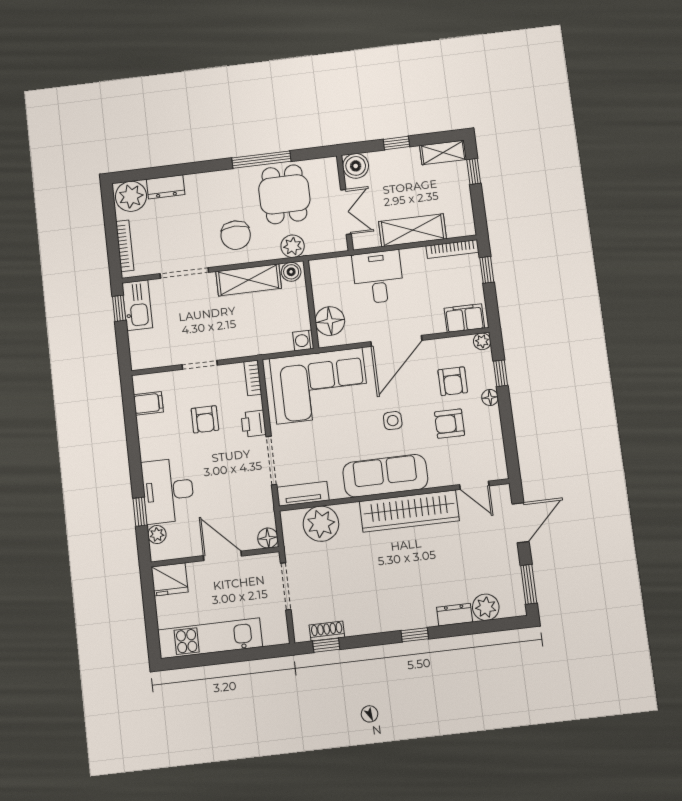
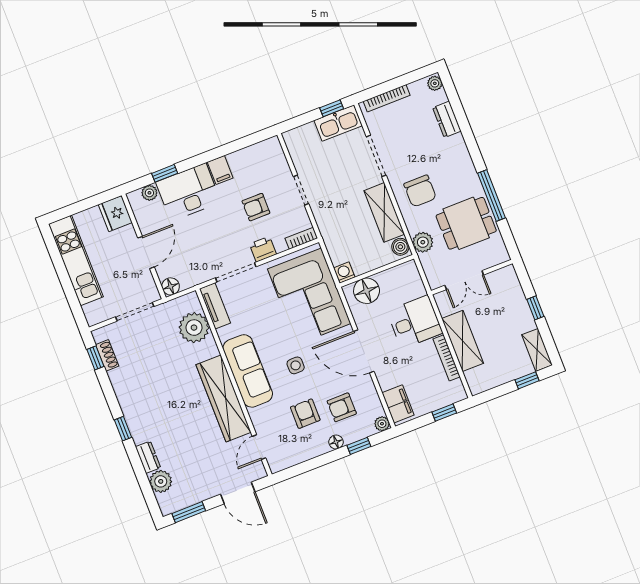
boiler: (356, 166) -> (506, 278), removed
plant: (131, 196) -> (435, 83), width x0.53, depth x0.53
chair: (236, 235) -> (420, 191), turned -90
bookcase: (452, 249) -> (447, 358), moved
filing cabinet: (148, 403) -> (220, 170), moved

